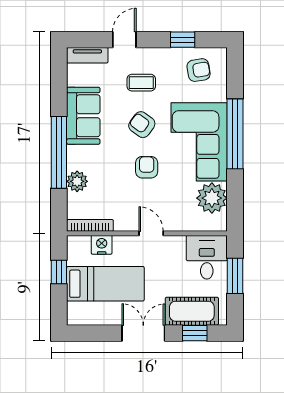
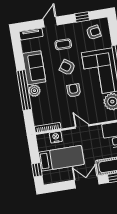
plant: (77, 181) -> (34, 91), moved
window: (59, 272) -> (37, 170), moved

